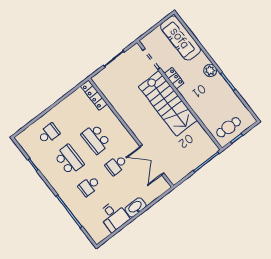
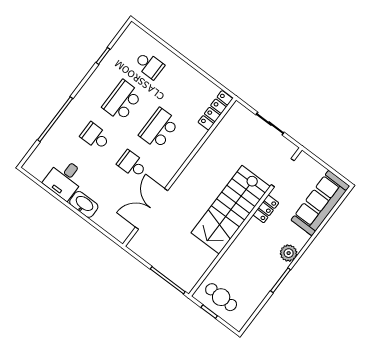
school desk: (69, 160) -> (122, 101), turned 180

